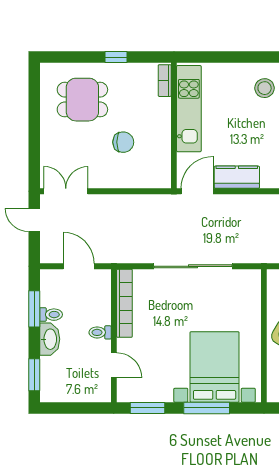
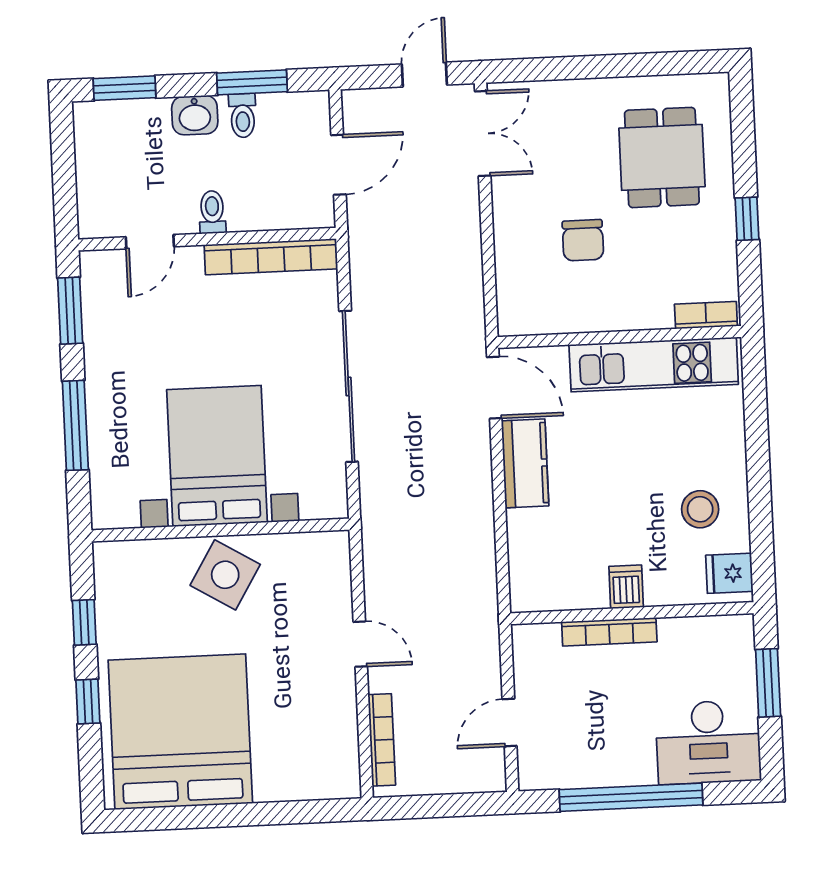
washbasin: (50, 339) -> (195, 115), width x0.72
bed with nightstands: (215, 367) -> (217, 456), moved, turned -90

